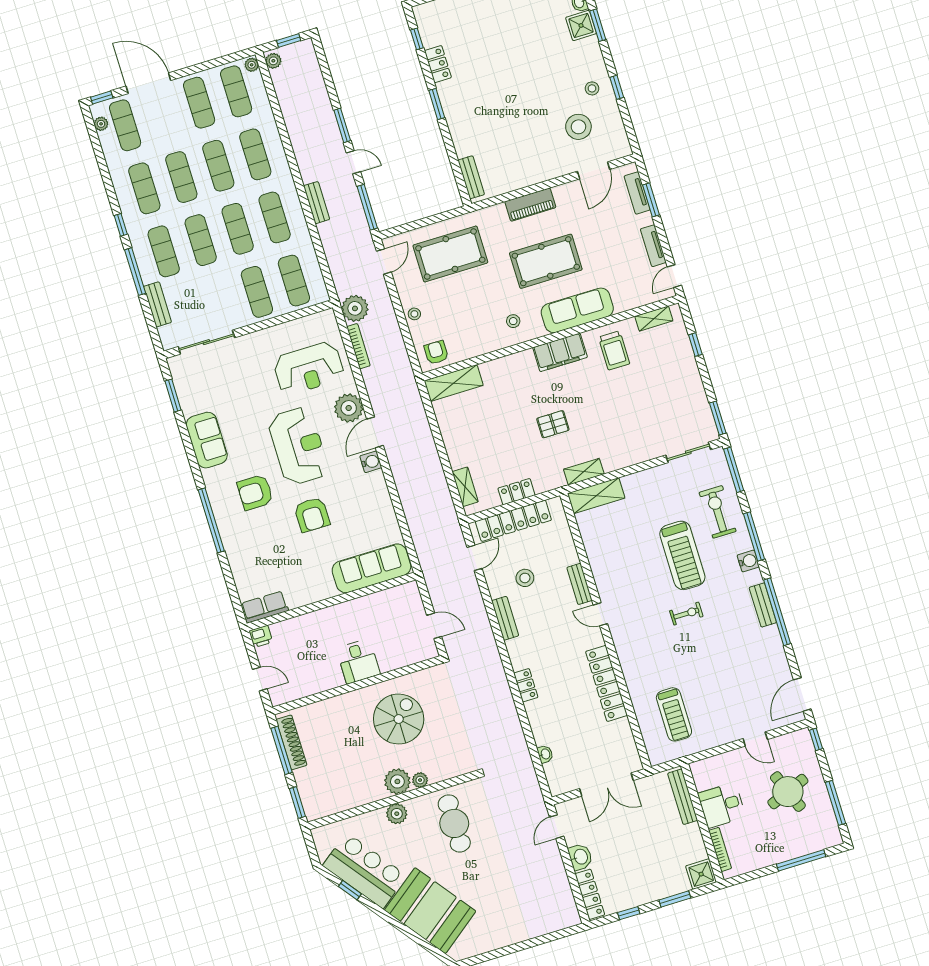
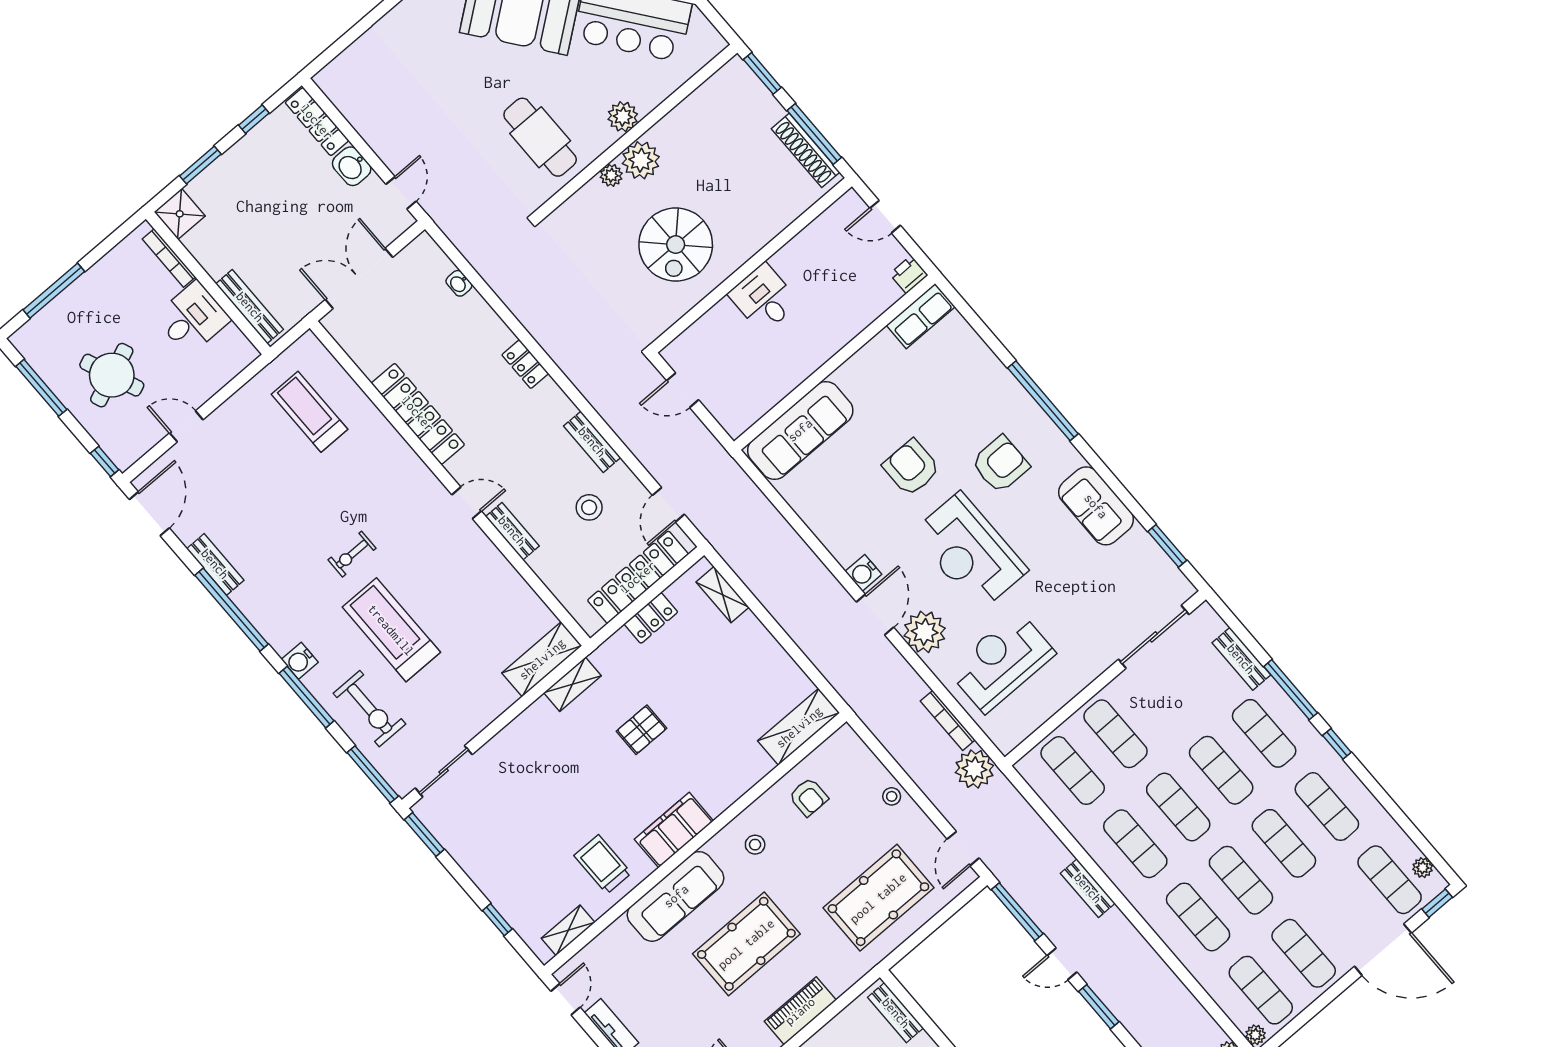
armchair: (436, 352) -> (808, 797), moved
bench: (763, 605) -> (215, 564), moved

